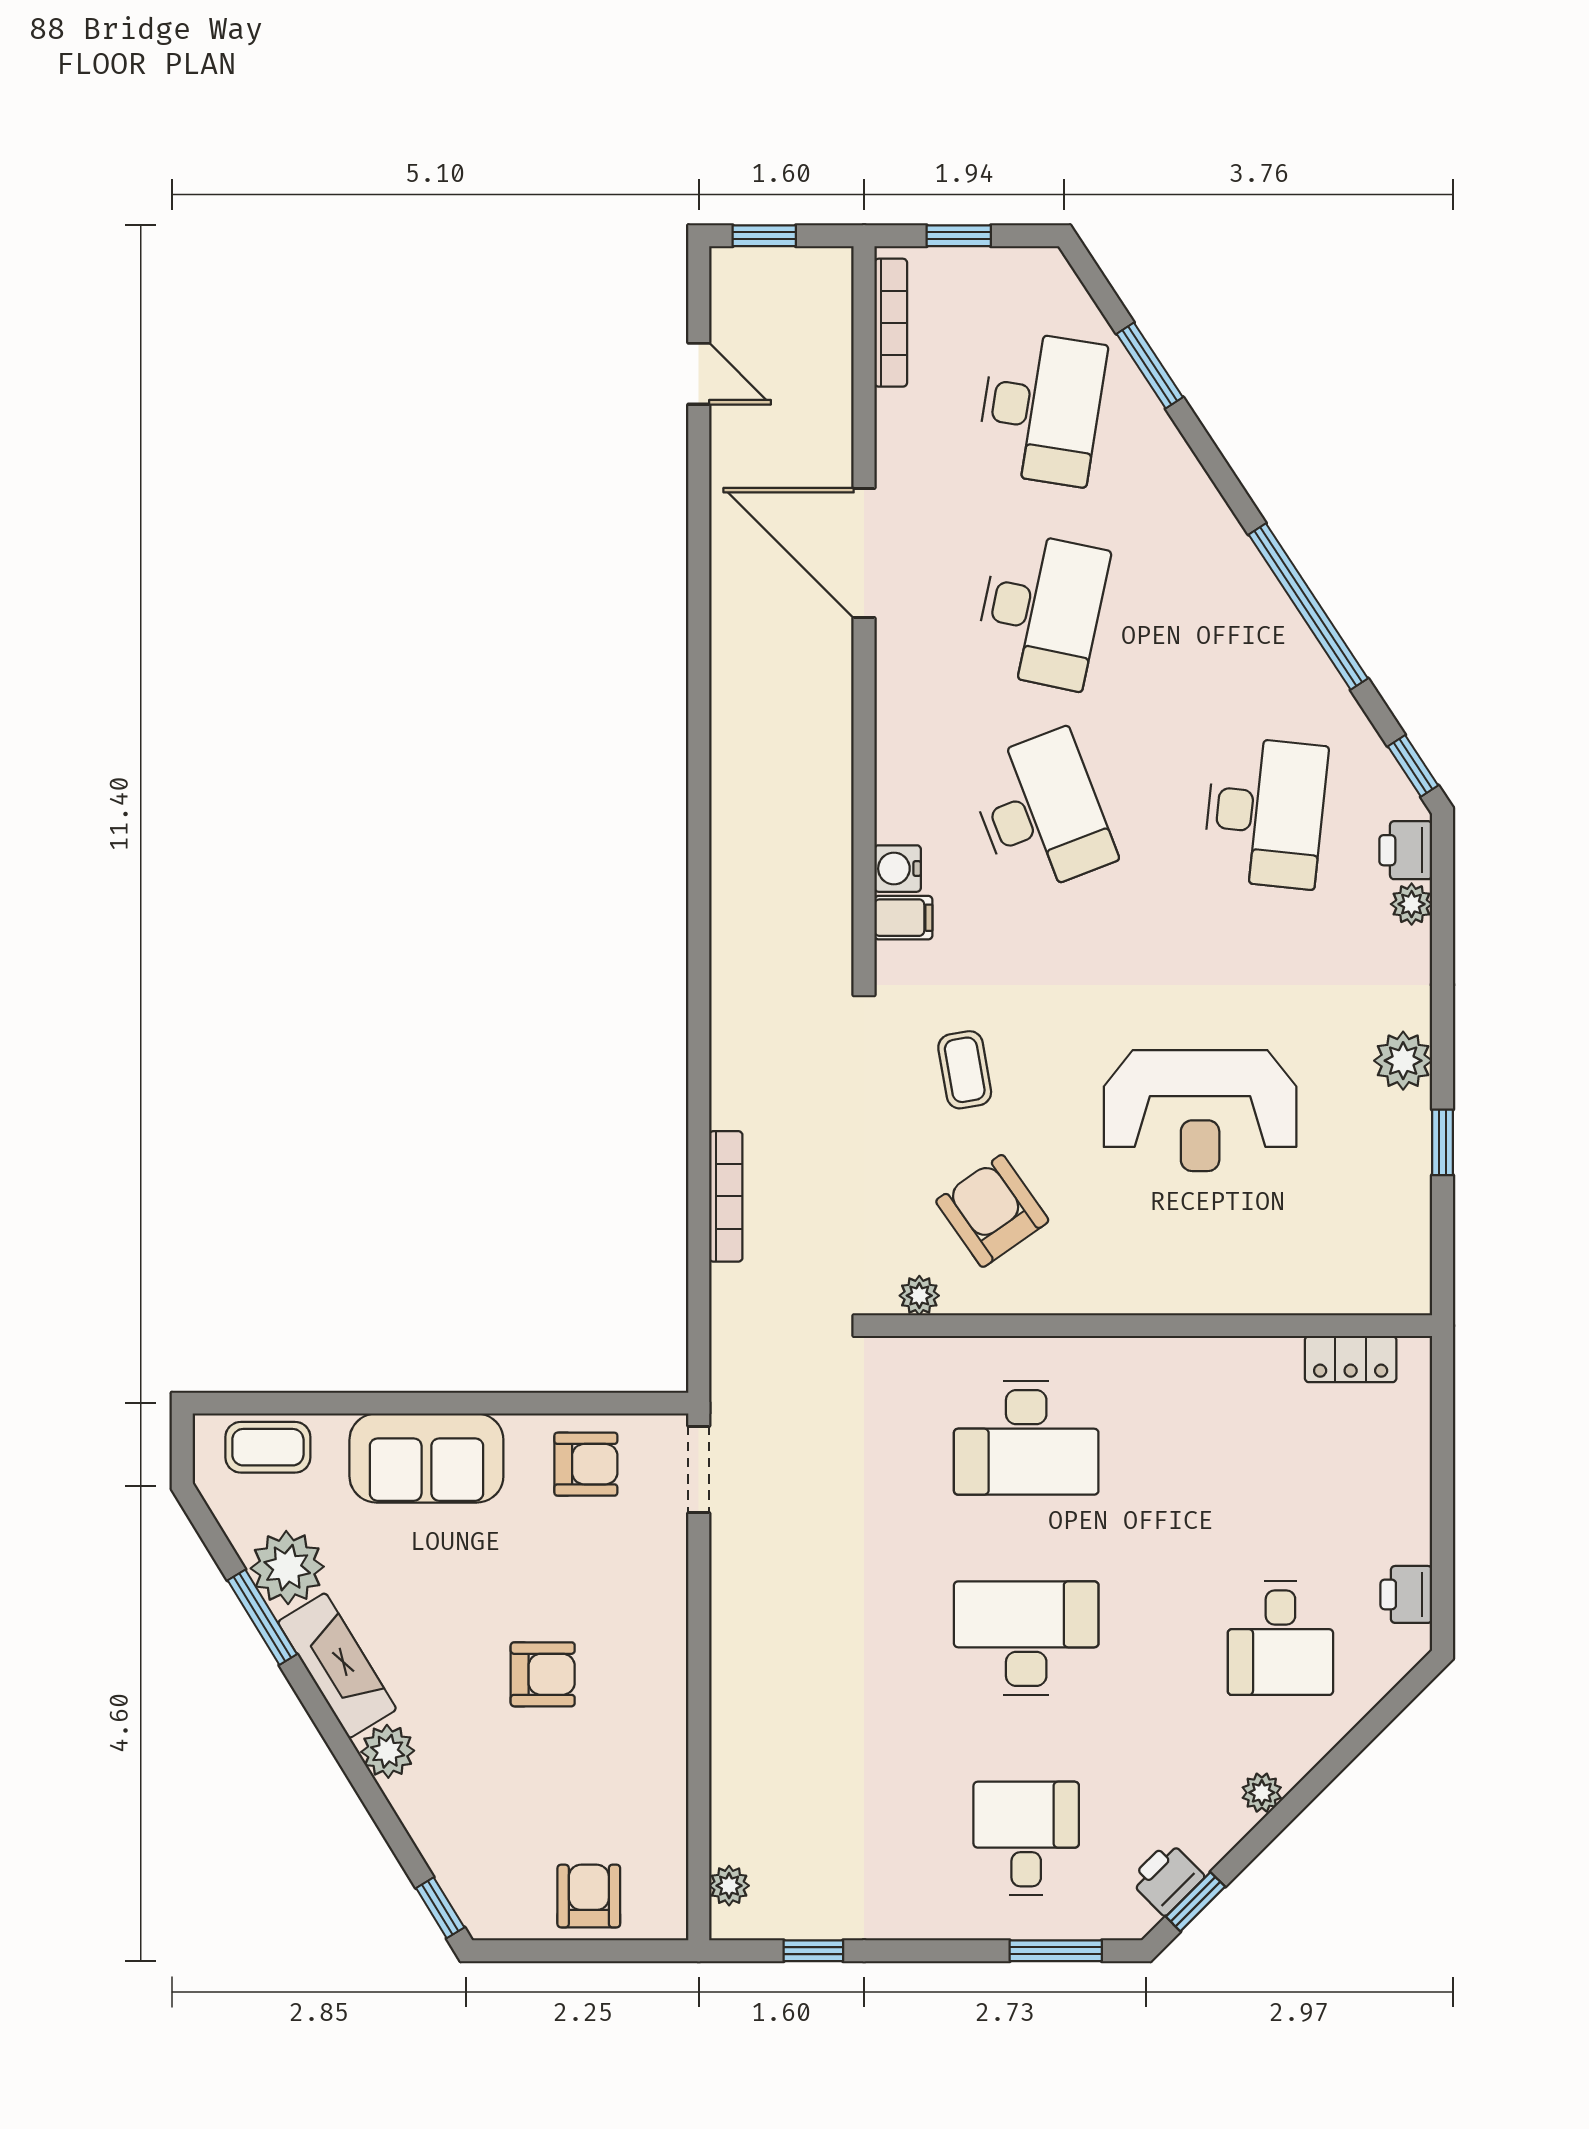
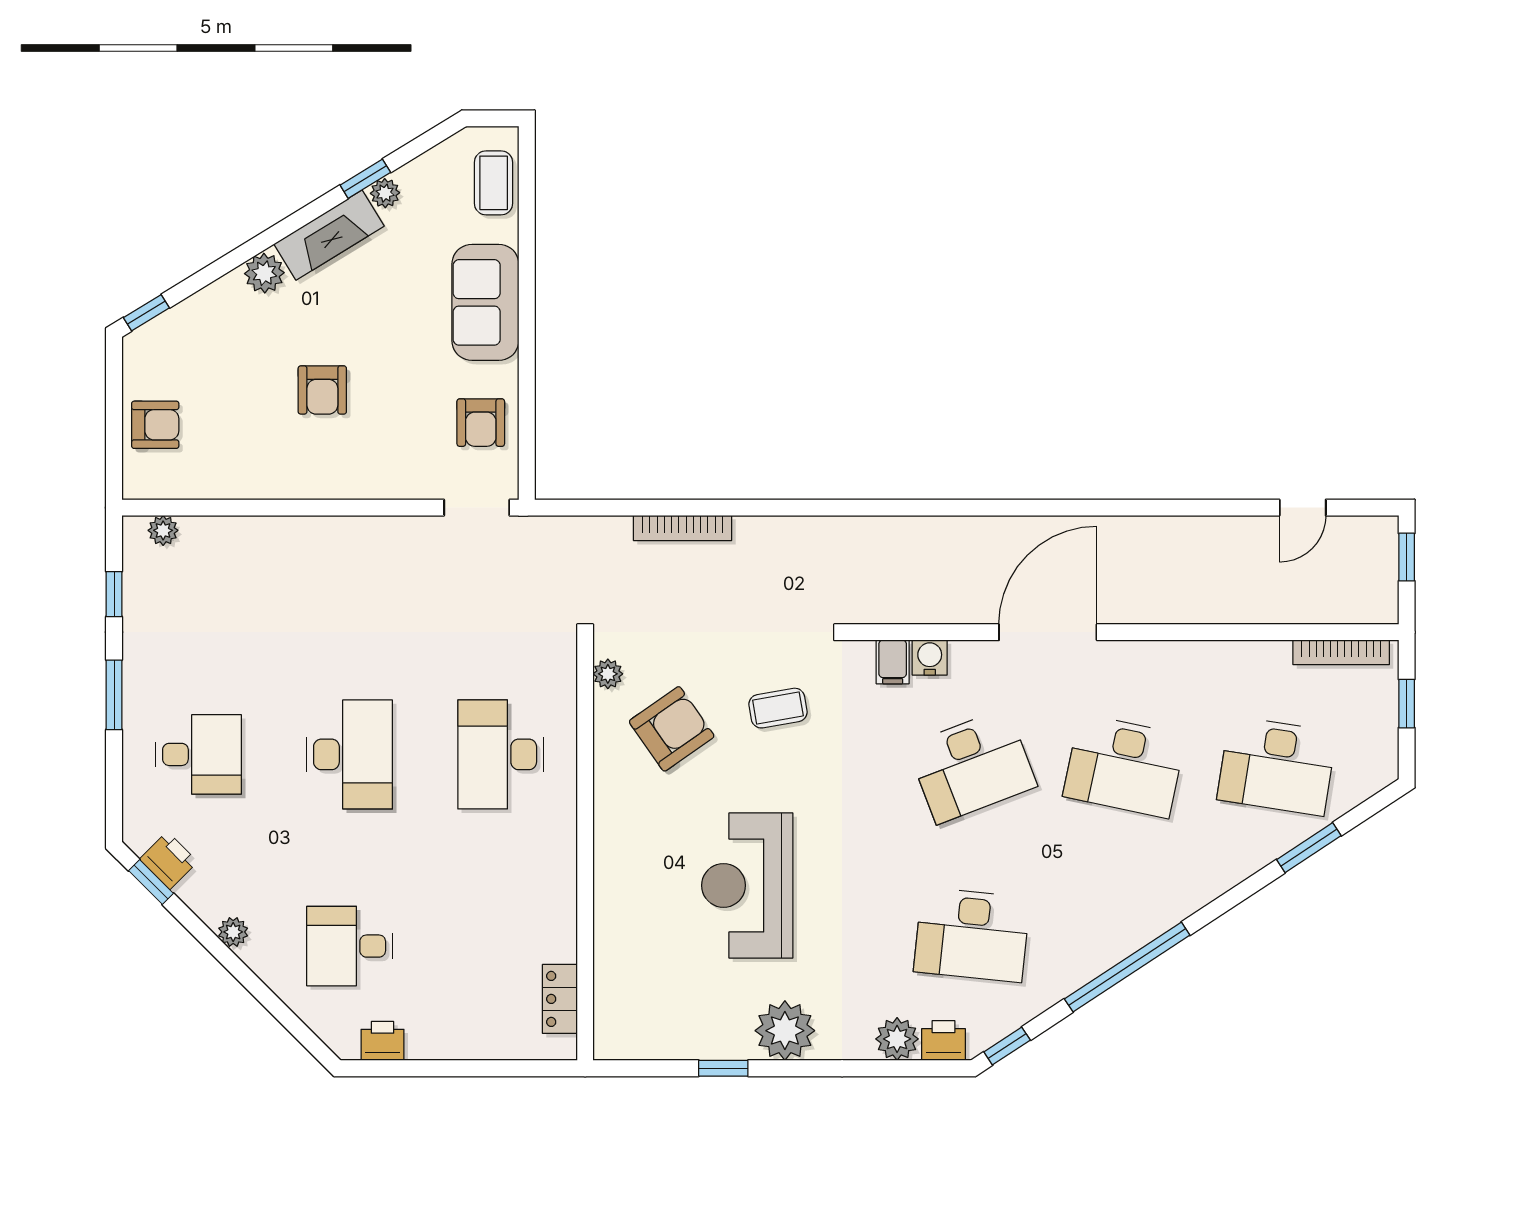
door: (864, 553) -> (1048, 632), moved
plant: (1412, 904) -> (897, 1039), width x1.38, depth x1.38
plant: (1403, 1061) -> (785, 1031), width x1.36, depth x1.36
plant: (287, 1568) -> (385, 193), width x0.53, depth x0.53
window: (262, 1617) -> (365, 179), width x0.67
window: (1056, 1951) -> (114, 695), moved

